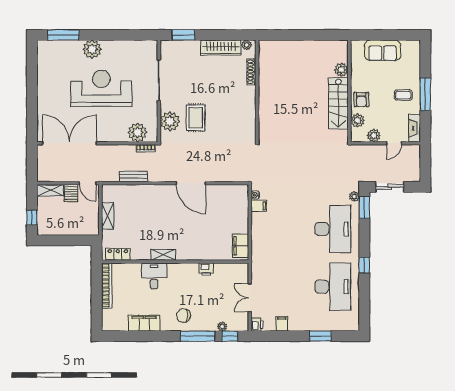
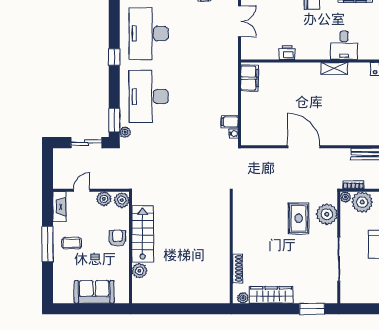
plant: (357, 120) -> (122, 200), moved
plant: (153, 137) -> (345, 197), added

